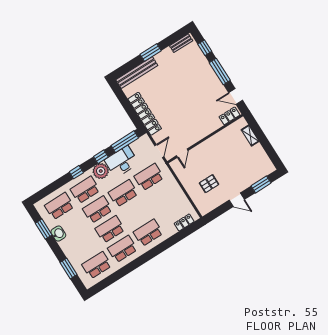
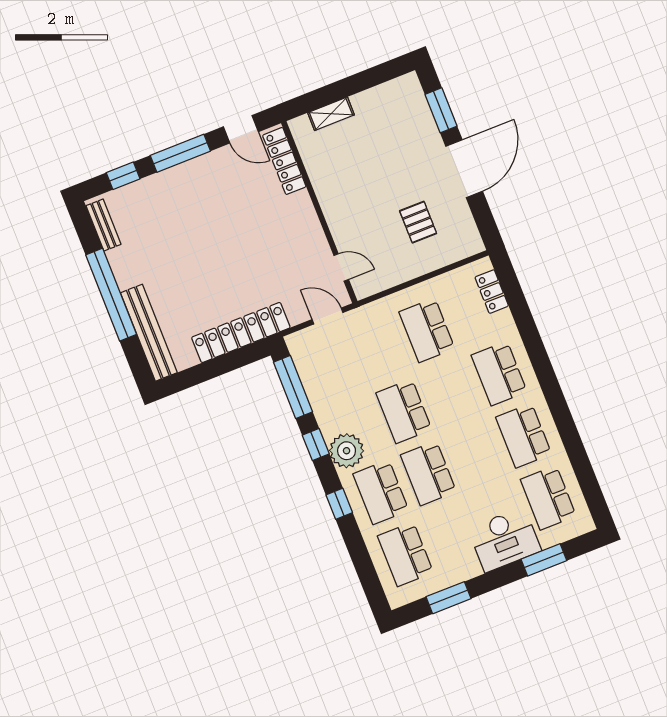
window: (151, 53) -> (111, 295), width x2.11
door: (236, 97) -> (241, 129), hinge flipped
locker: (229, 116) -> (284, 161), width x1.53
desk: (122, 162) -> (505, 540), moved, turned -90
school desk: (149, 177) -> (427, 330), moved
door: (237, 200) -> (464, 169), width x1.88
school desk: (110, 229) -> (476, 454), removed
washbasin: (58, 234) -> (464, 568), removed

